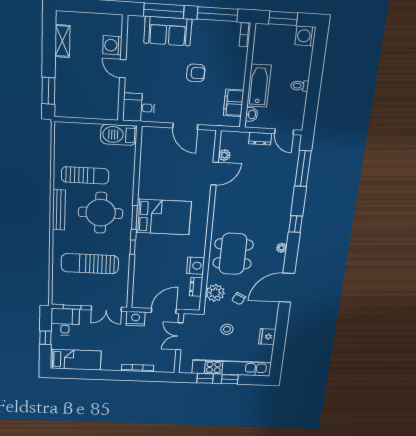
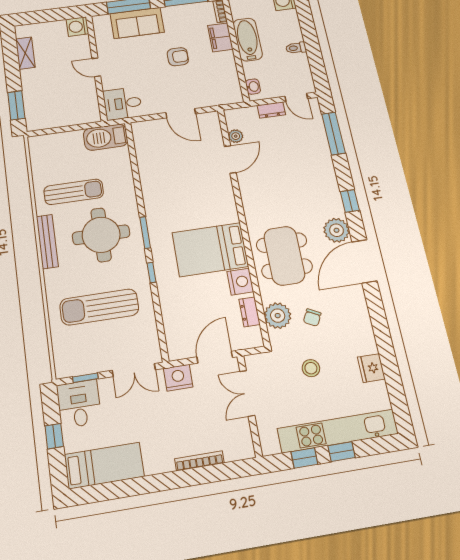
washing machine: (112, 45) -> (77, 27), moved
bathtub: (259, 86) -> (248, 39), moved
filing cabinet: (234, 103) -> (220, 37), moved
bed: (163, 217) -> (210, 249), moved, turned 180
plant: (281, 248) -> (337, 230), width x1.88, depth x1.88
door: (287, 288) -> (364, 261), moved

